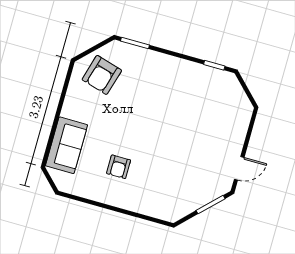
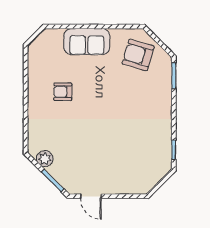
sofa: (67, 145) -> (87, 42), moved
plant: (185, 206) -> (45, 159), added

